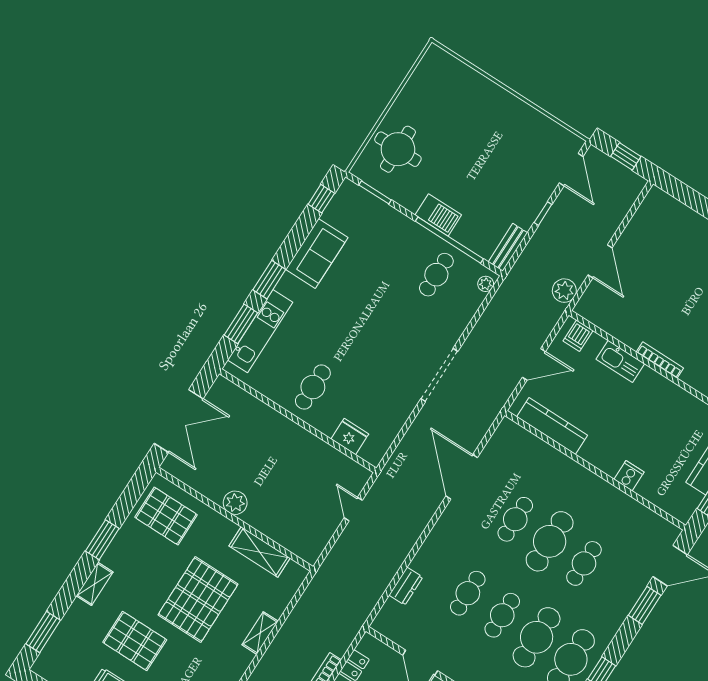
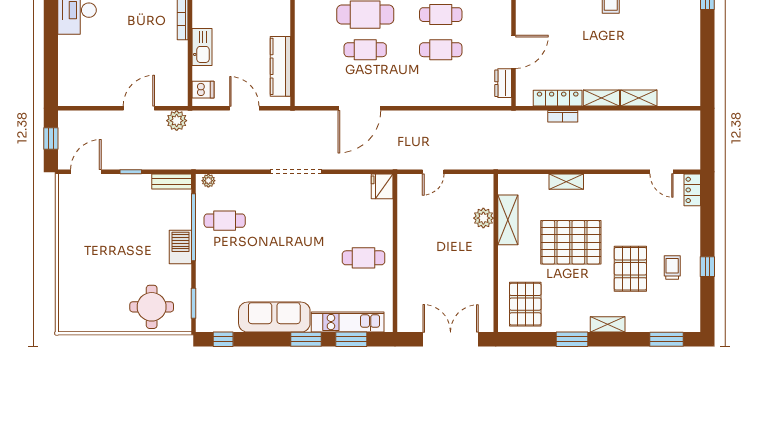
sofa: (317, 253) -> (274, 317), width x1.36
fridge: (350, 436) -> (382, 186), moved
plant: (235, 503) -> (483, 218), moved
dresser: (406, 586) -> (503, 83), moved, turned -90

